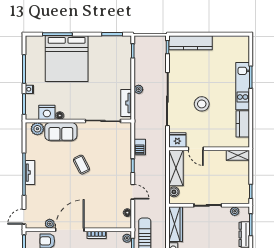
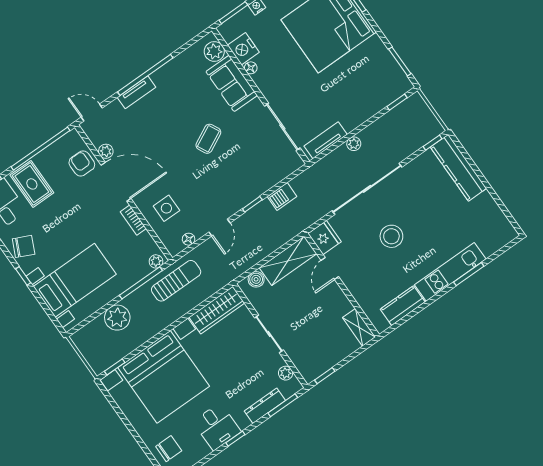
tv unit: (30, 173) -> (137, 92), moved
side table: (103, 213) -> (166, 208), added

